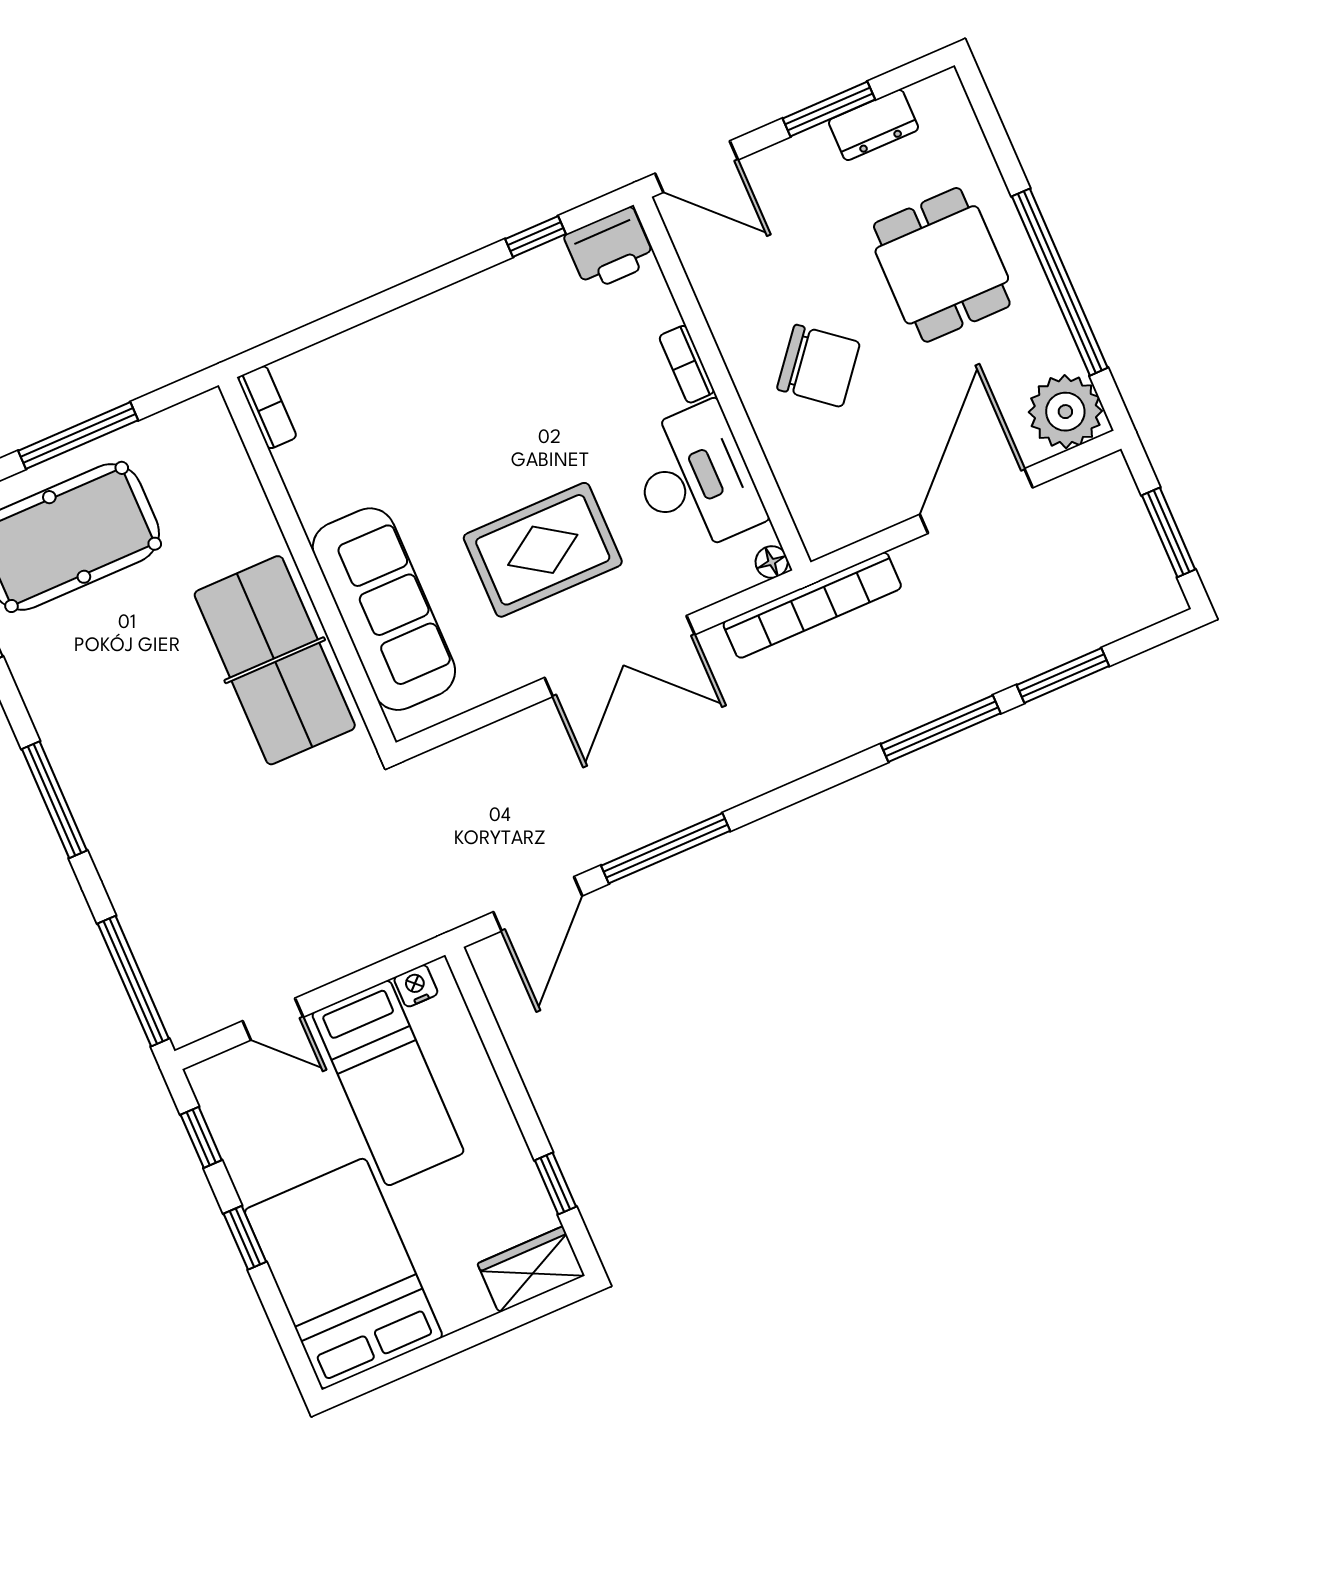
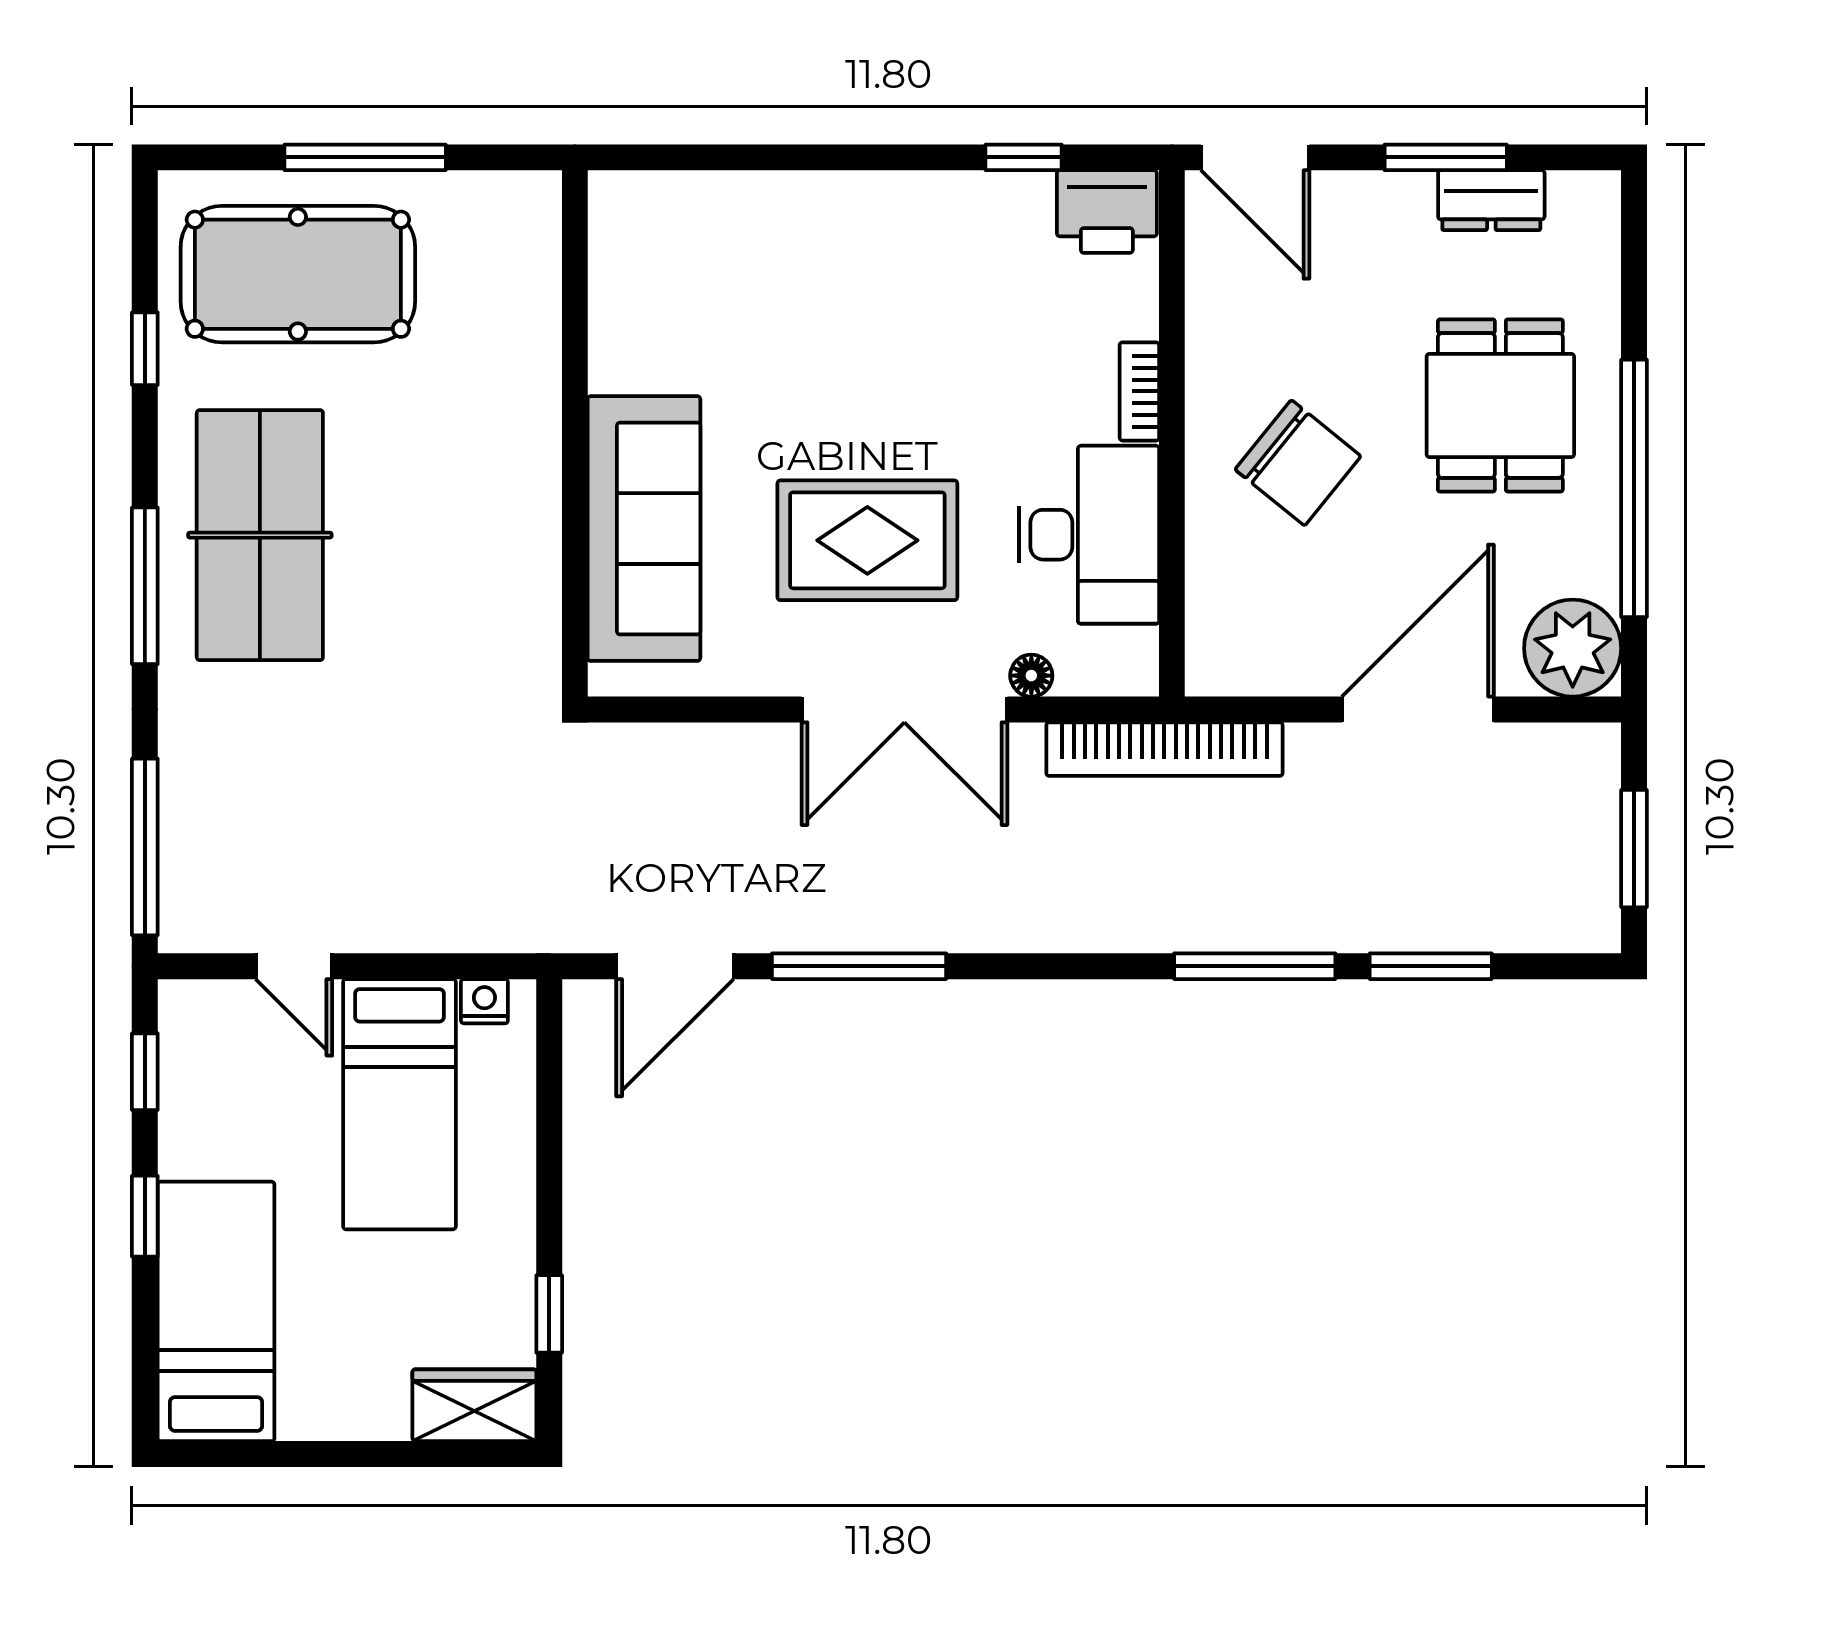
bookcase: (267, 407) -> (609, 223), removed
floor lamp: (772, 562) -> (1031, 676), moved
table tennis table: (275, 660) -> (260, 535), moved
bed: (343, 1274) -> (216, 1311), width x0.67

